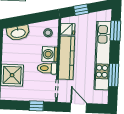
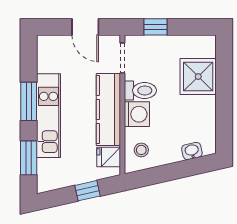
washbasin: (18, 33) -> (192, 151), width x0.52, depth x0.69
kitchen unit: (103, 56) -> (49, 116), width x0.73
window: (114, 75) -> (29, 101), moved

